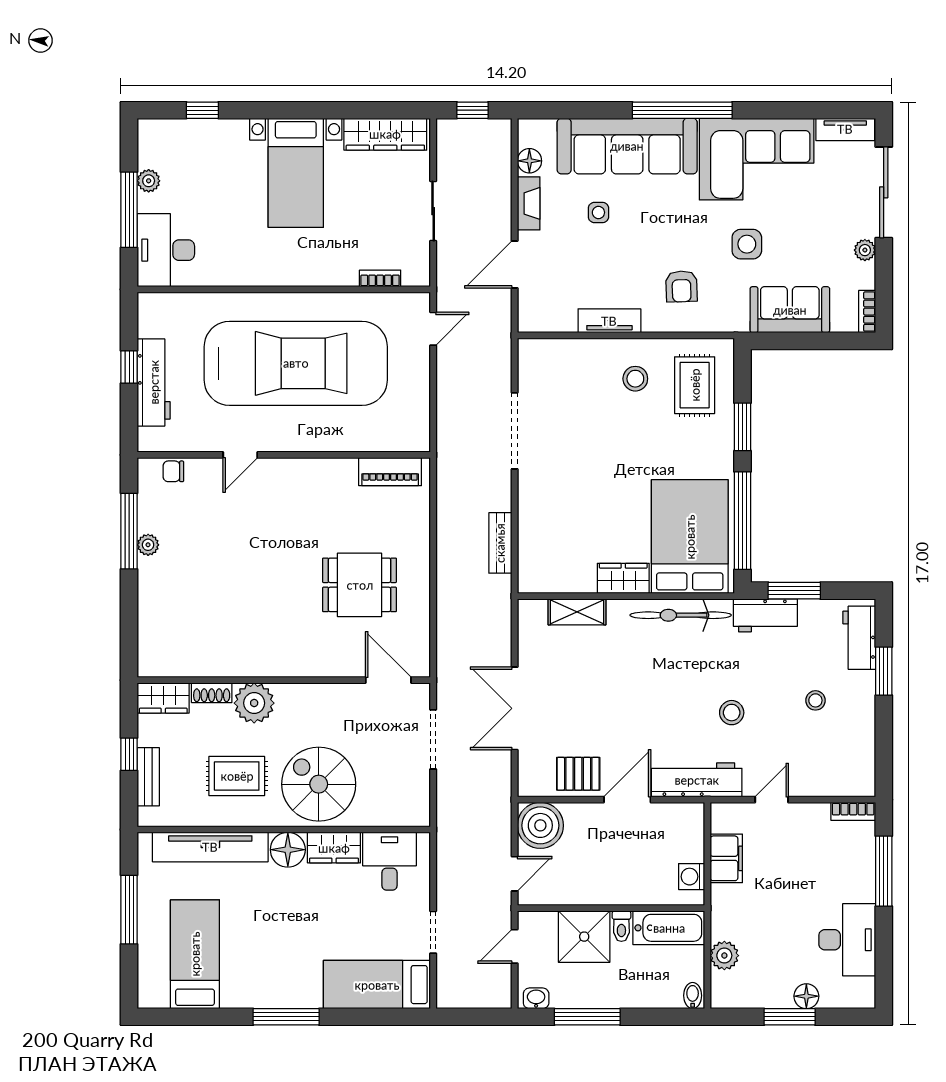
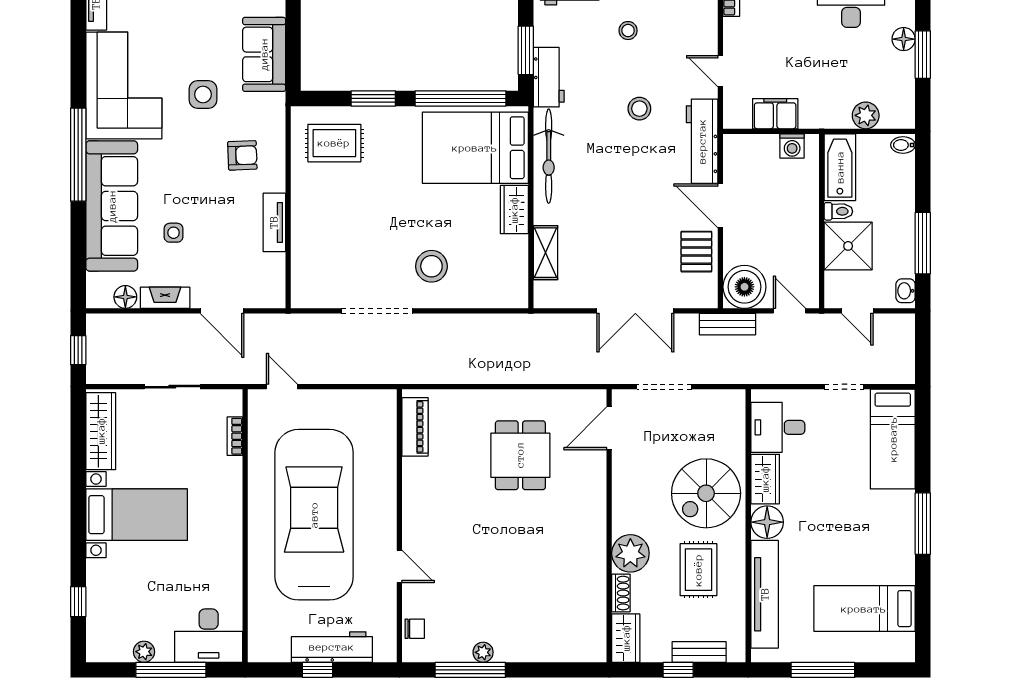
stool: (635, 379) -> (431, 266), moved, width x1.38, depth x1.38
chair: (173, 471) -> (415, 629), turned -90
bench: (500, 543) -> (727, 324), moved

